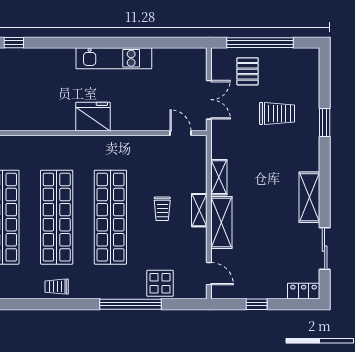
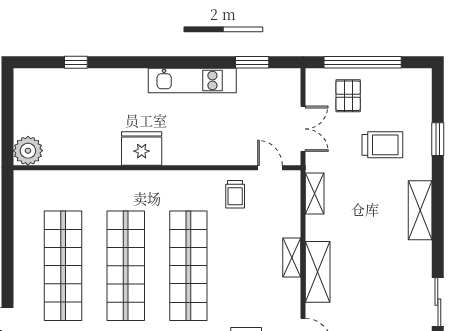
window: (165, 43) -> (252, 62), added
fridge: (93, 117) -> (142, 148), moved
window: (325, 122) -> (438, 139), moved
shelving: (219, 177) -> (315, 193), moved
shelving: (309, 197) -> (420, 210), moved
trolley: (162, 209) -> (235, 194), moved

